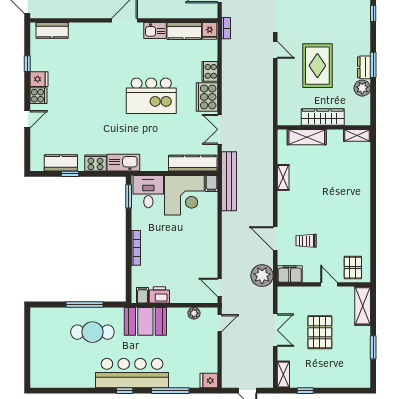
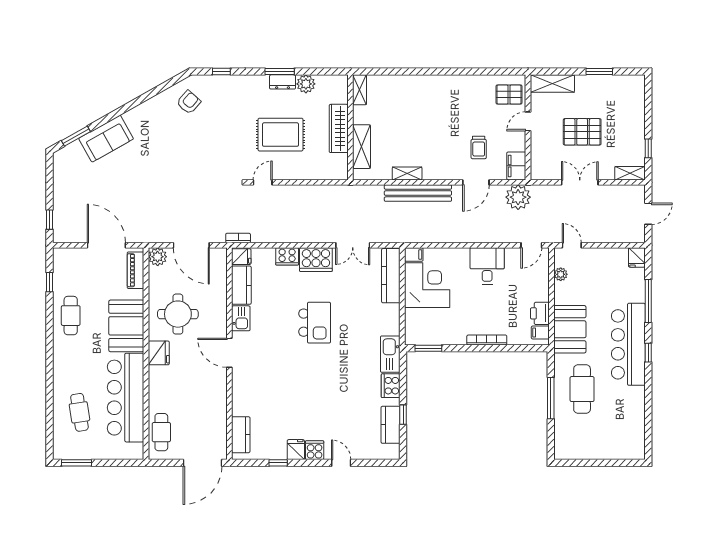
kitchen island: (151, 96) -> (315, 323), width x0.73, depth x0.78
bench: (229, 181) -> (418, 193), moved
desk: (148, 192) -> (487, 266), moved, turned 90

